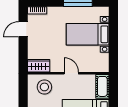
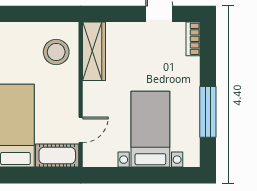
wardrobe: (39, 66) -> (94, 51), width x1.50
door: (71, 73) -> (81, 130), moved

